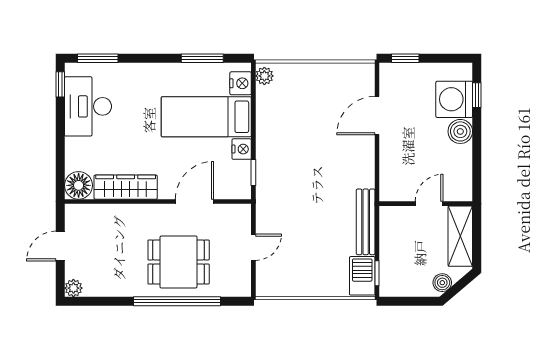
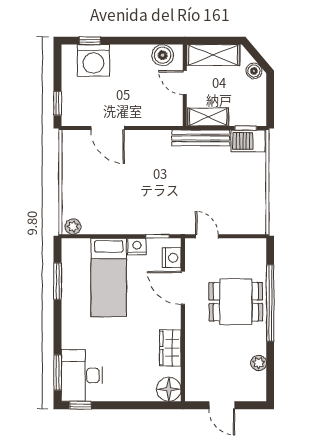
nightstand: (241, 83) -> (172, 258), moved, turned 90
desk: (88, 106) -> (82, 375), moved, turned 90
boiler: (460, 131) -> (163, 55), moved
wardrobe: (126, 187) -> (170, 348), width x0.67
shelving: (390, 230) -> (208, 117), added
door: (253, 247) -> (207, 236), moved
dining table: (179, 262) -> (236, 302), turned 90
plant: (73, 288) -> (259, 363), moved

